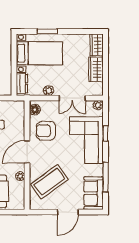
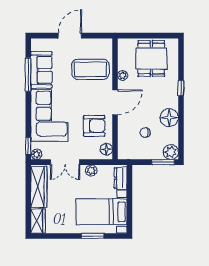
wardrobe: (96, 69) -> (39, 187), width x1.50
double door: (72, 98) -> (65, 162), swing flipped
window: (105, 133) -> (28, 146), moved
coffee table: (49, 182) -> (90, 69), turned 36
sofa: (94, 193) -> (41, 70), moved

